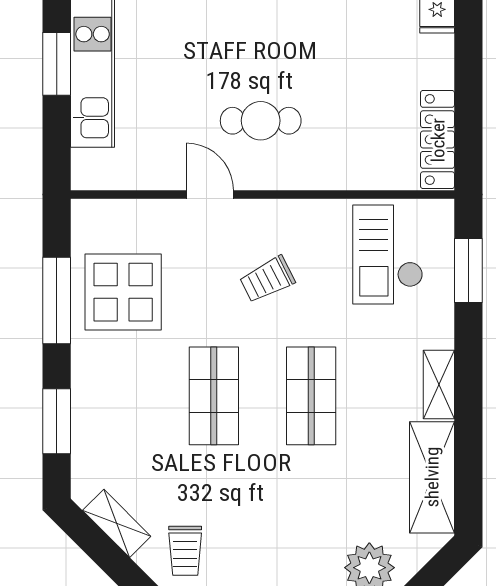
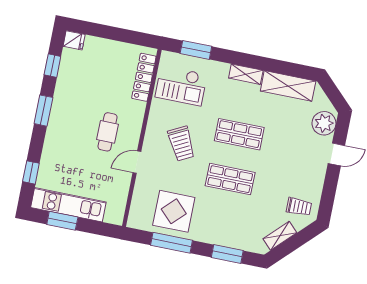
locker: (438, 140) -> (144, 77), moved, turned 90
trolley: (267, 279) -> (181, 144), width x1.36, depth x1.39

